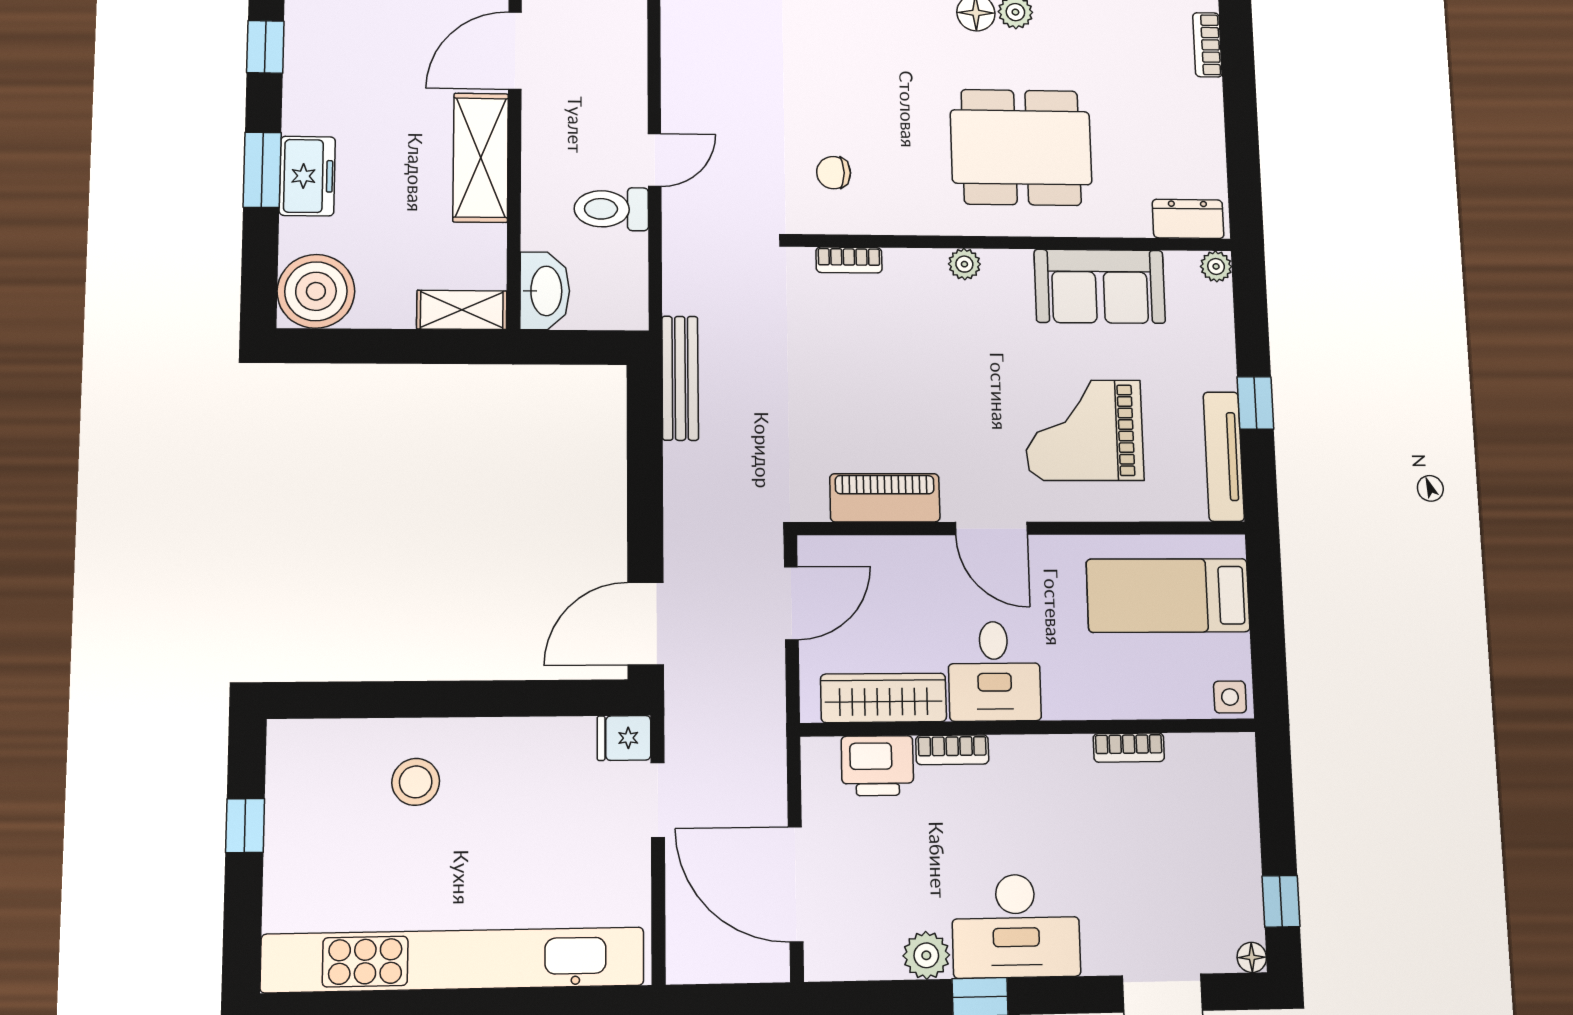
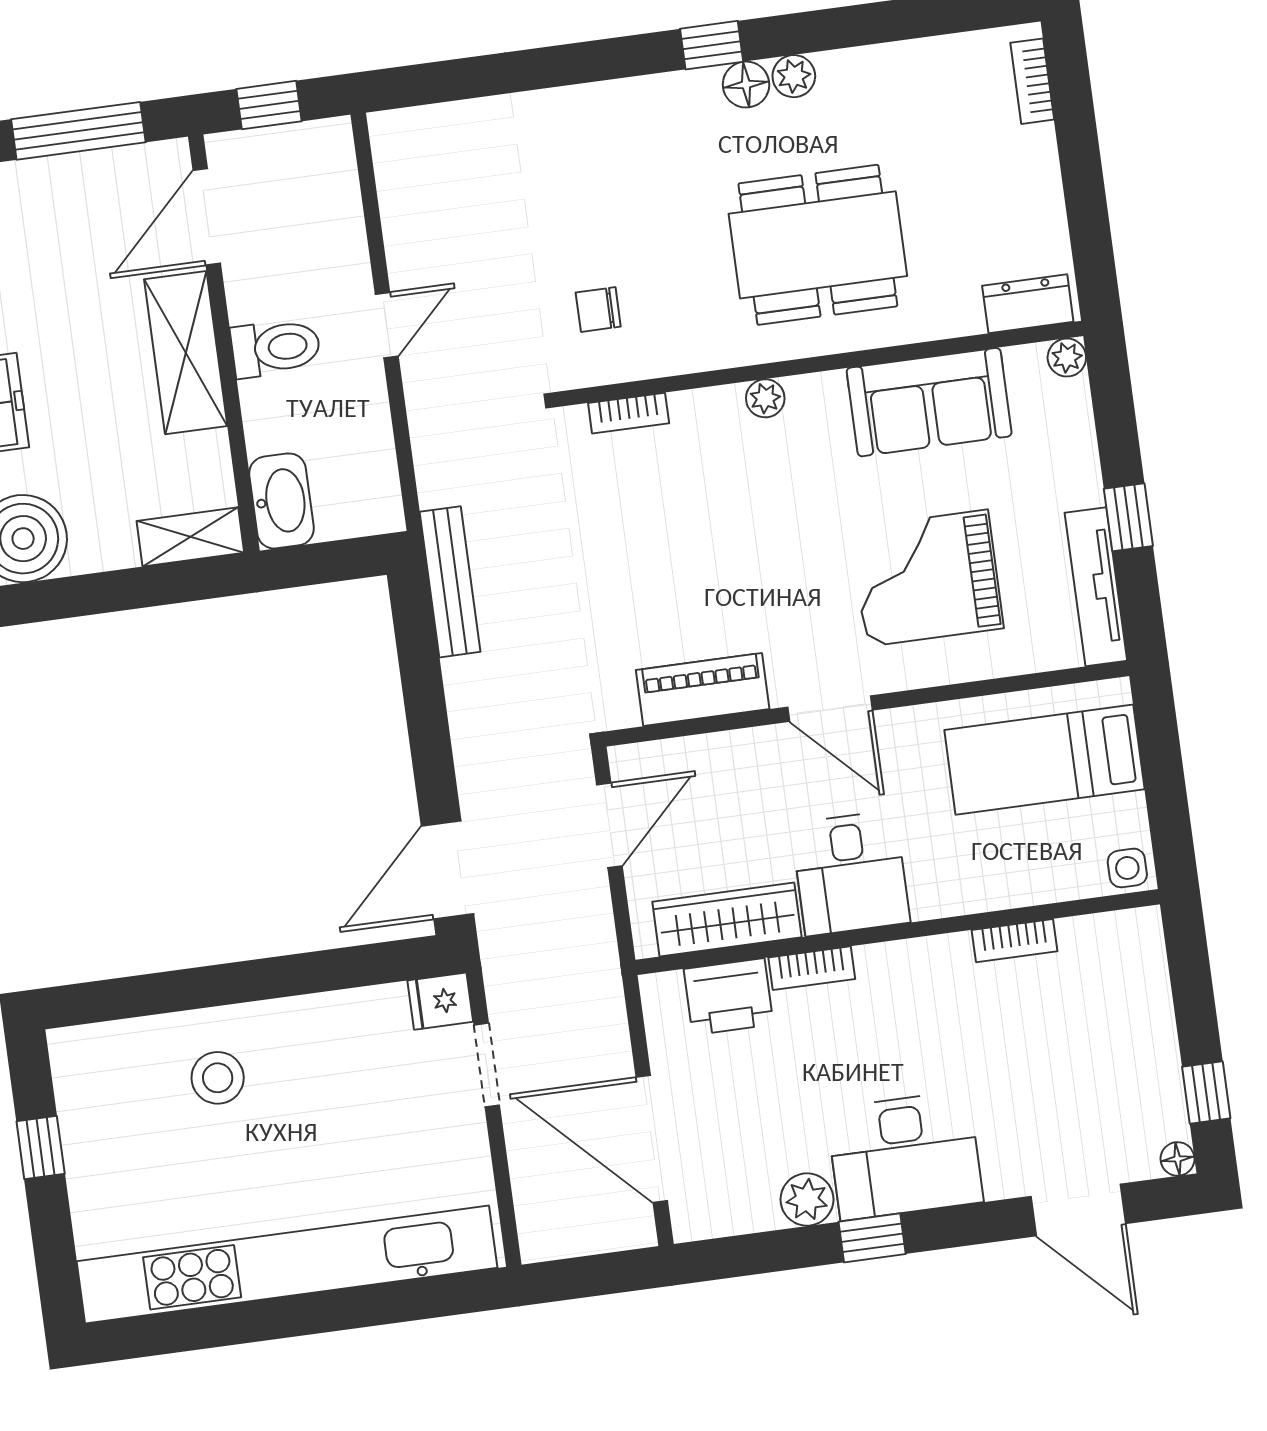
toilet: (611, 209) -> (276, 348), moved, turned 180

